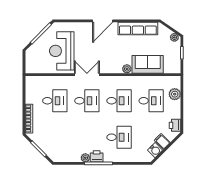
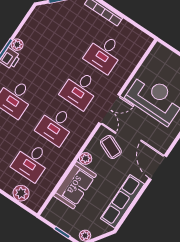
coffee table: (109, 58) -> (111, 147), added

